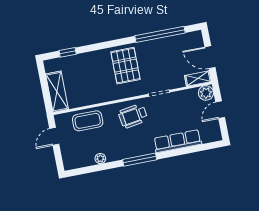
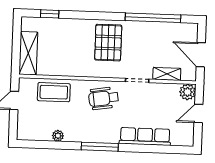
shelving: (198, 79) -> (167, 74), moved

